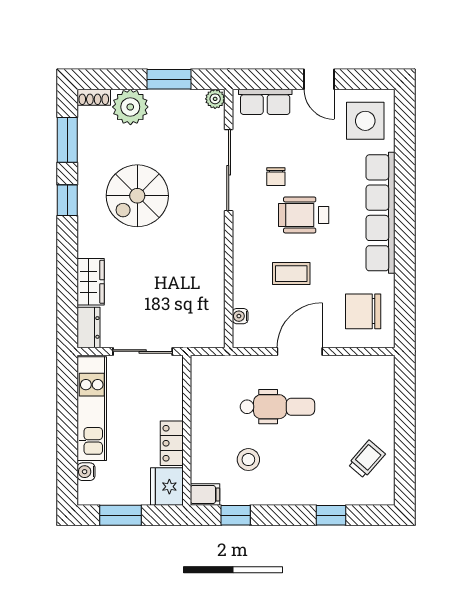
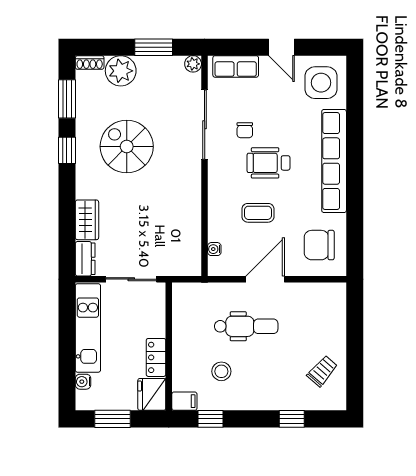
spiral stairs: (137, 196) -> (127, 146), turned 90

